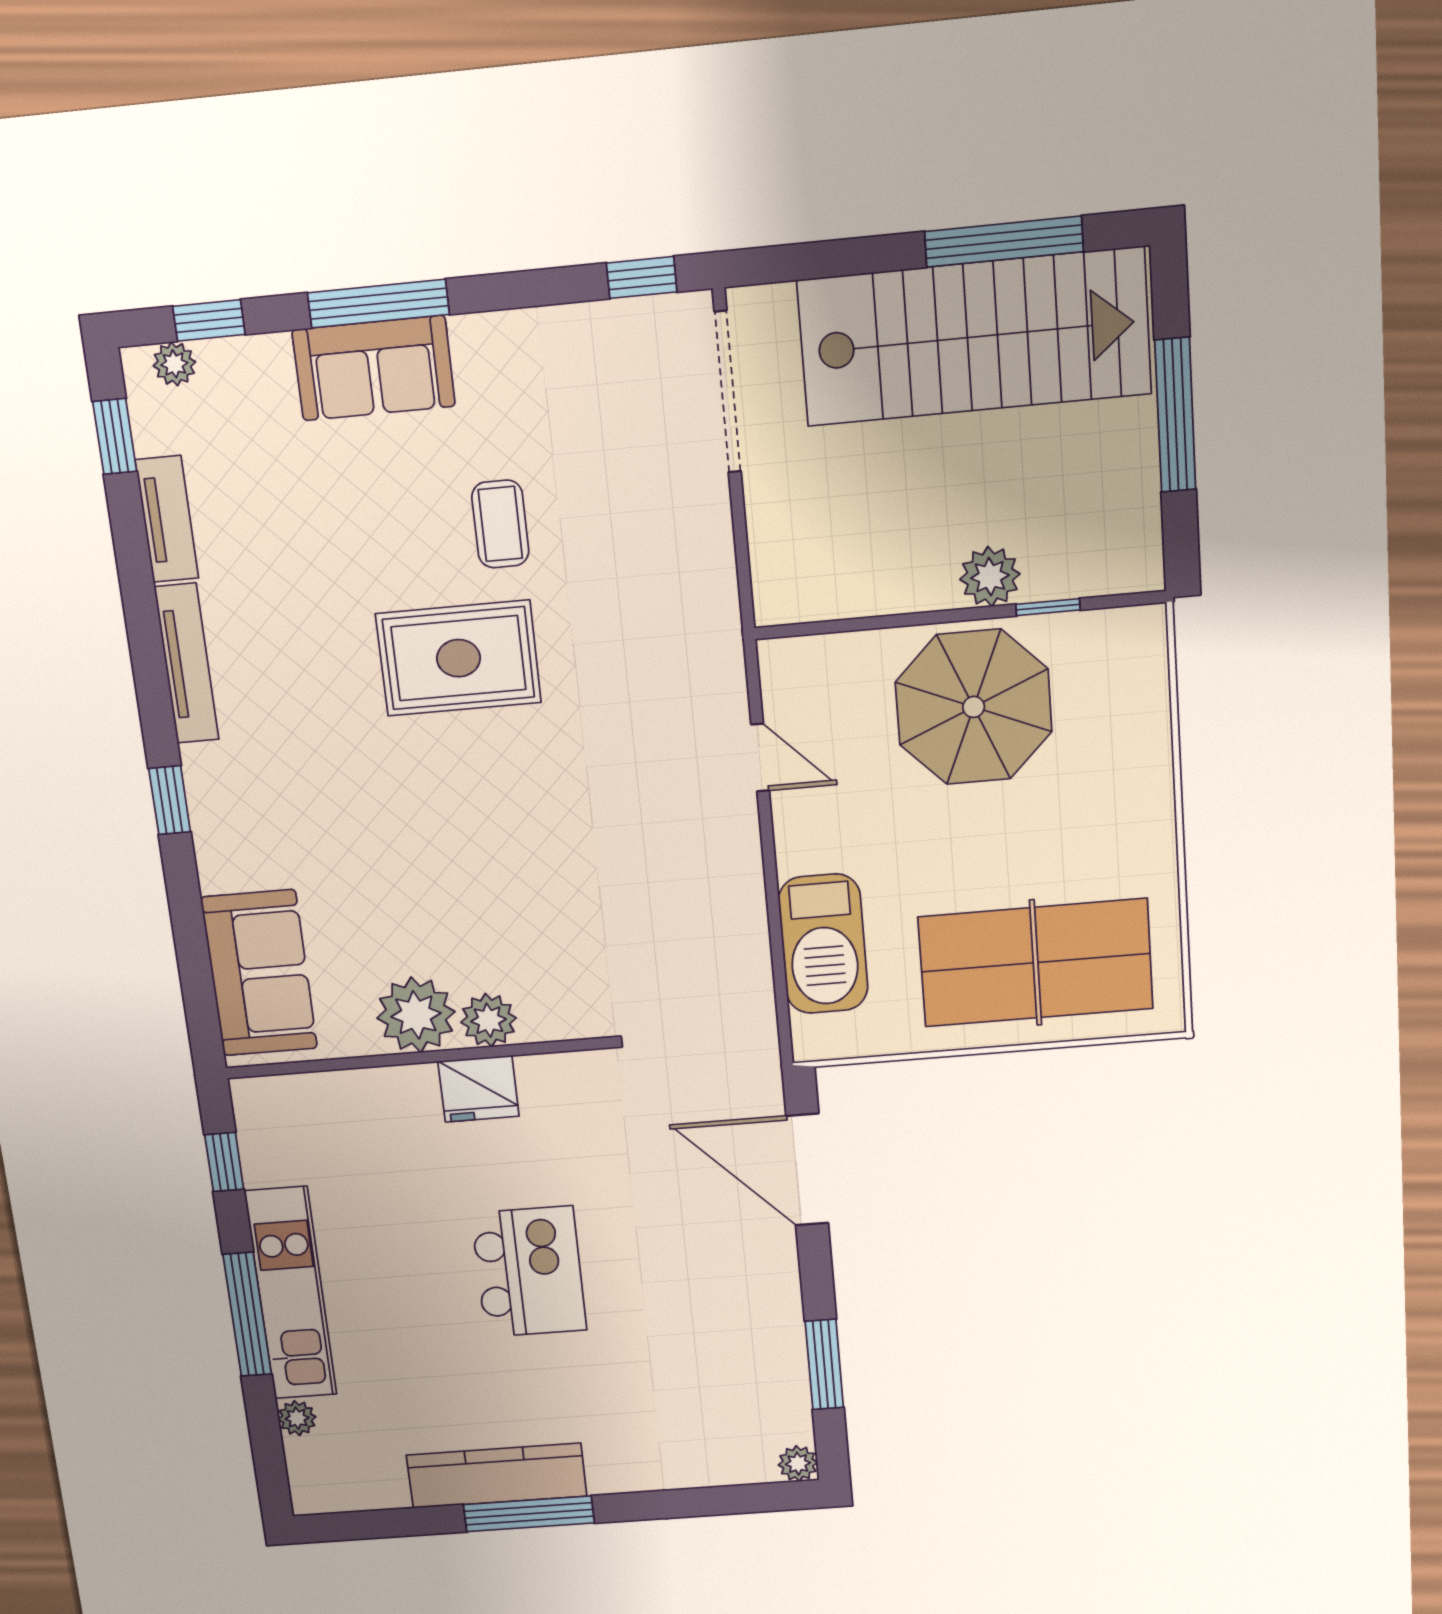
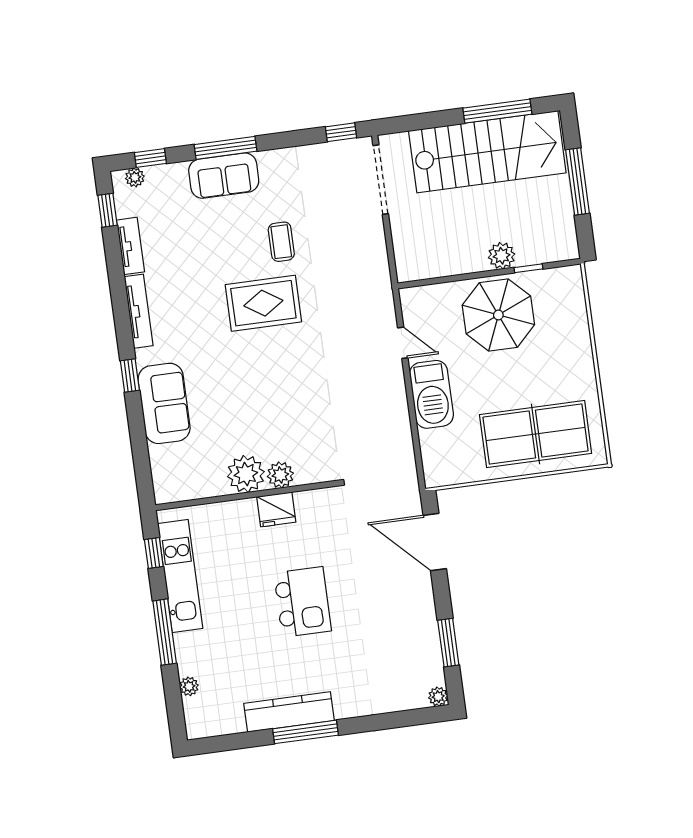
barbecue: (823, 944) -> (431, 394), moved
sofa: (259, 973) -> (164, 403), moved
kitchen unit: (291, 1293) -> (180, 576), moved

